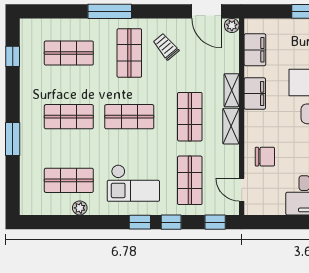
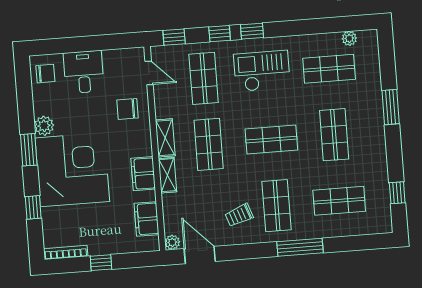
trolley: (166, 47) -> (239, 215), turned 110
shop shelf: (69, 117) -> (334, 135), turned 90
plant: (80, 208) -> (349, 38), moved

